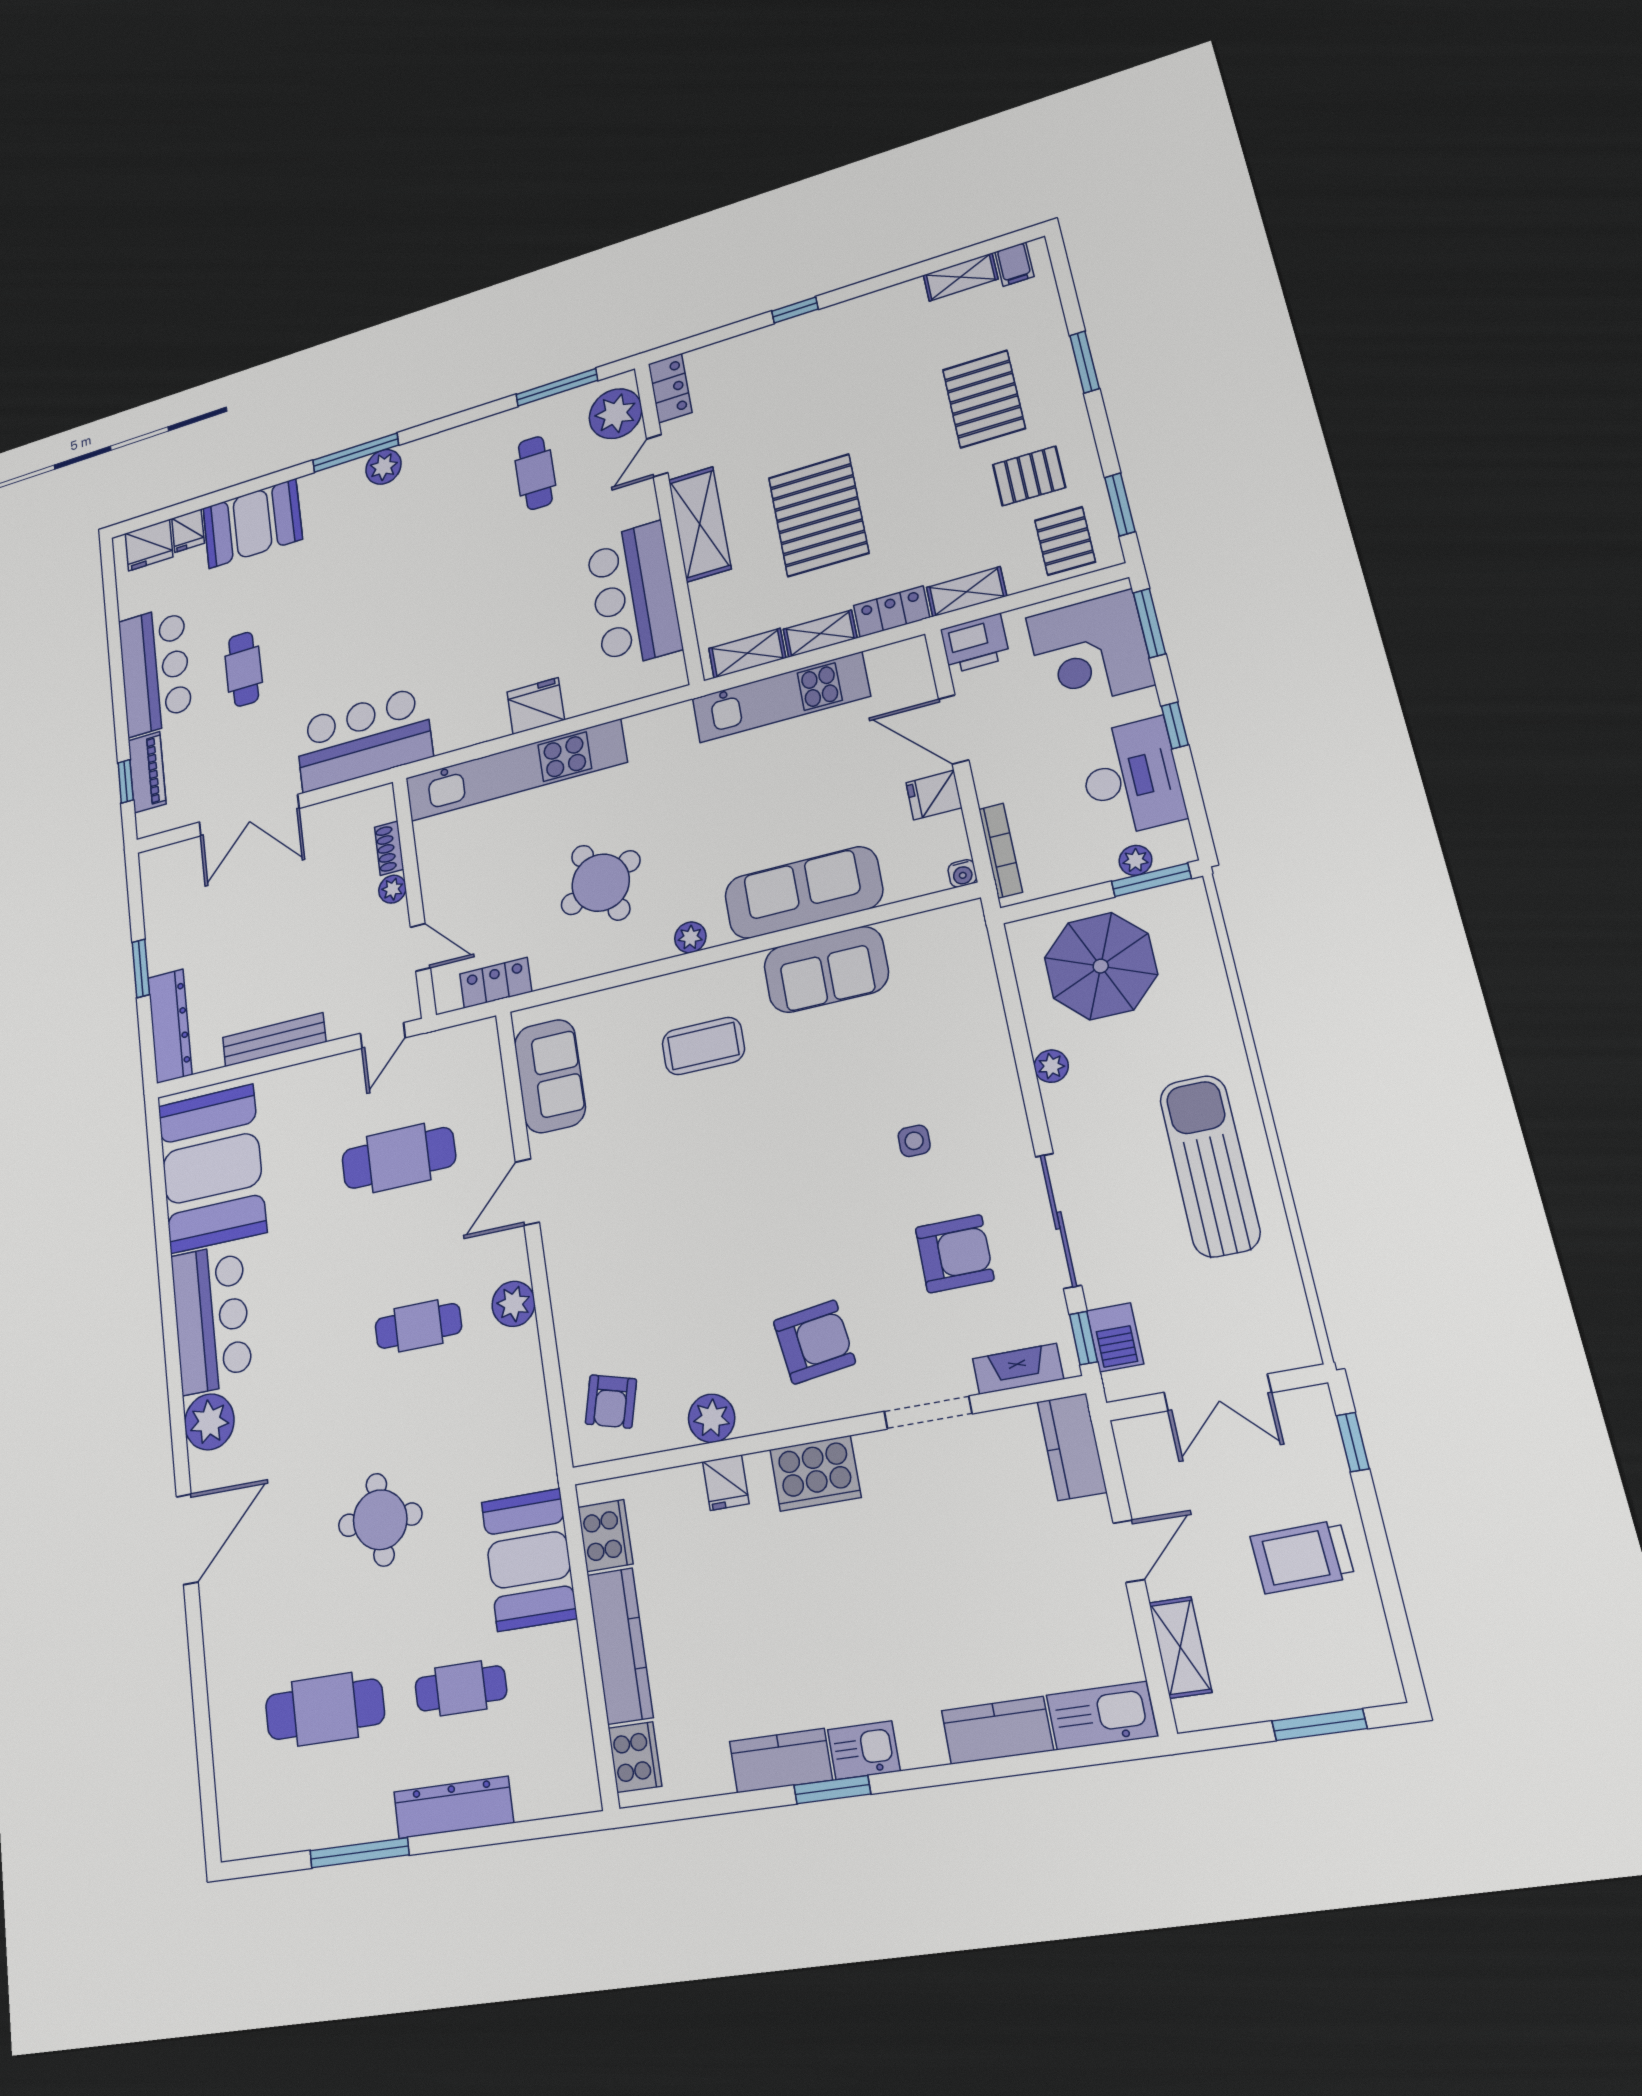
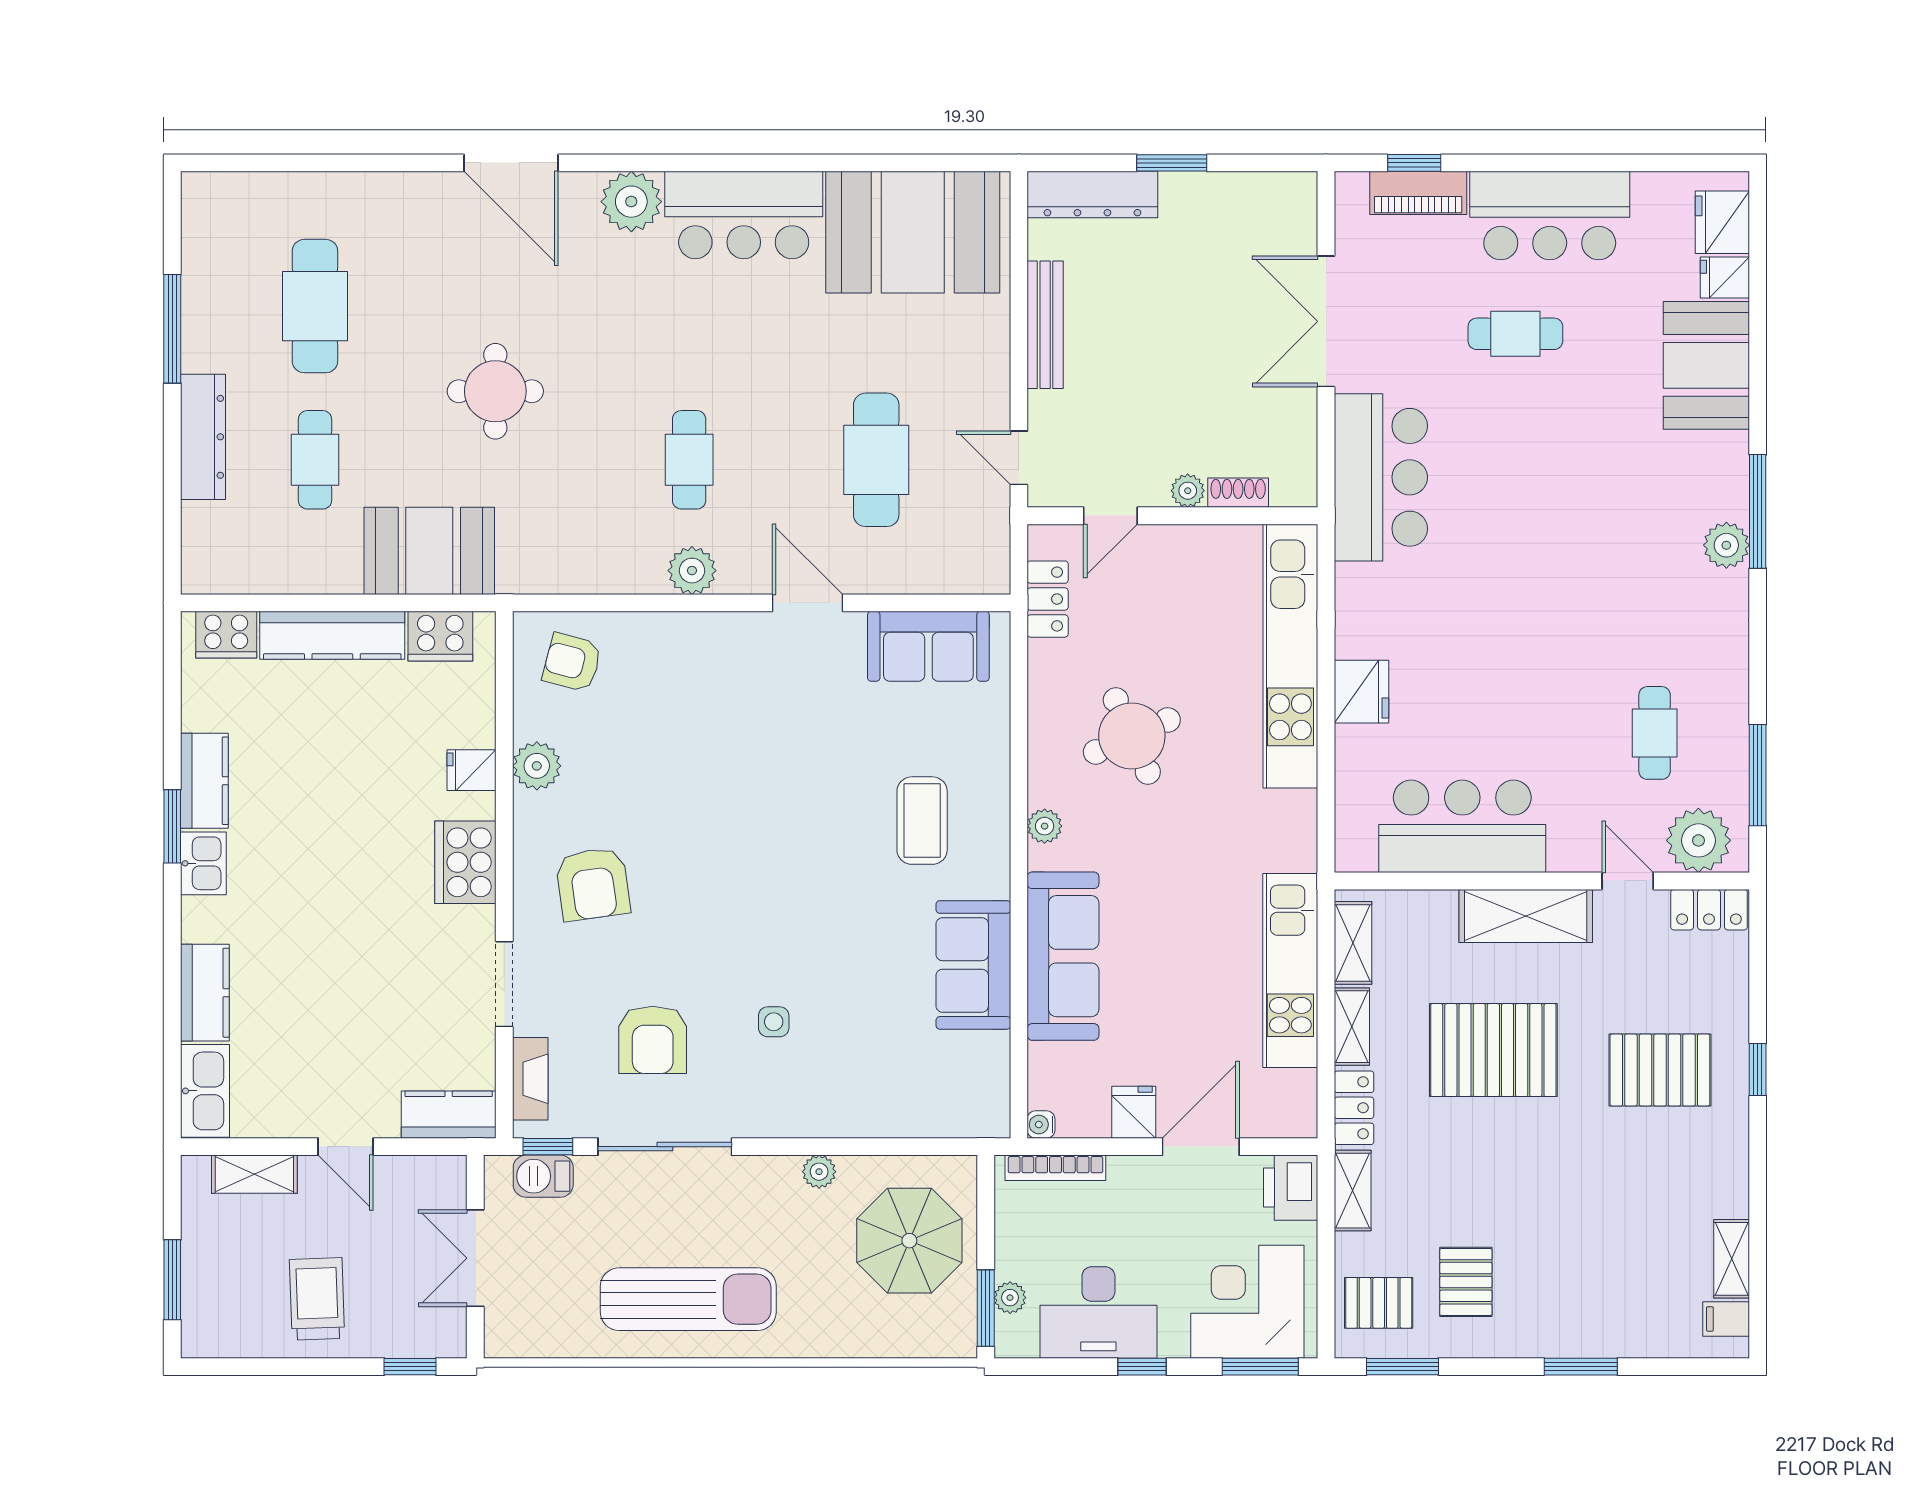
pallet: (984, 399) -> (1660, 1070), moved
cafe table: (535, 473) -> (1655, 733), turned 90

